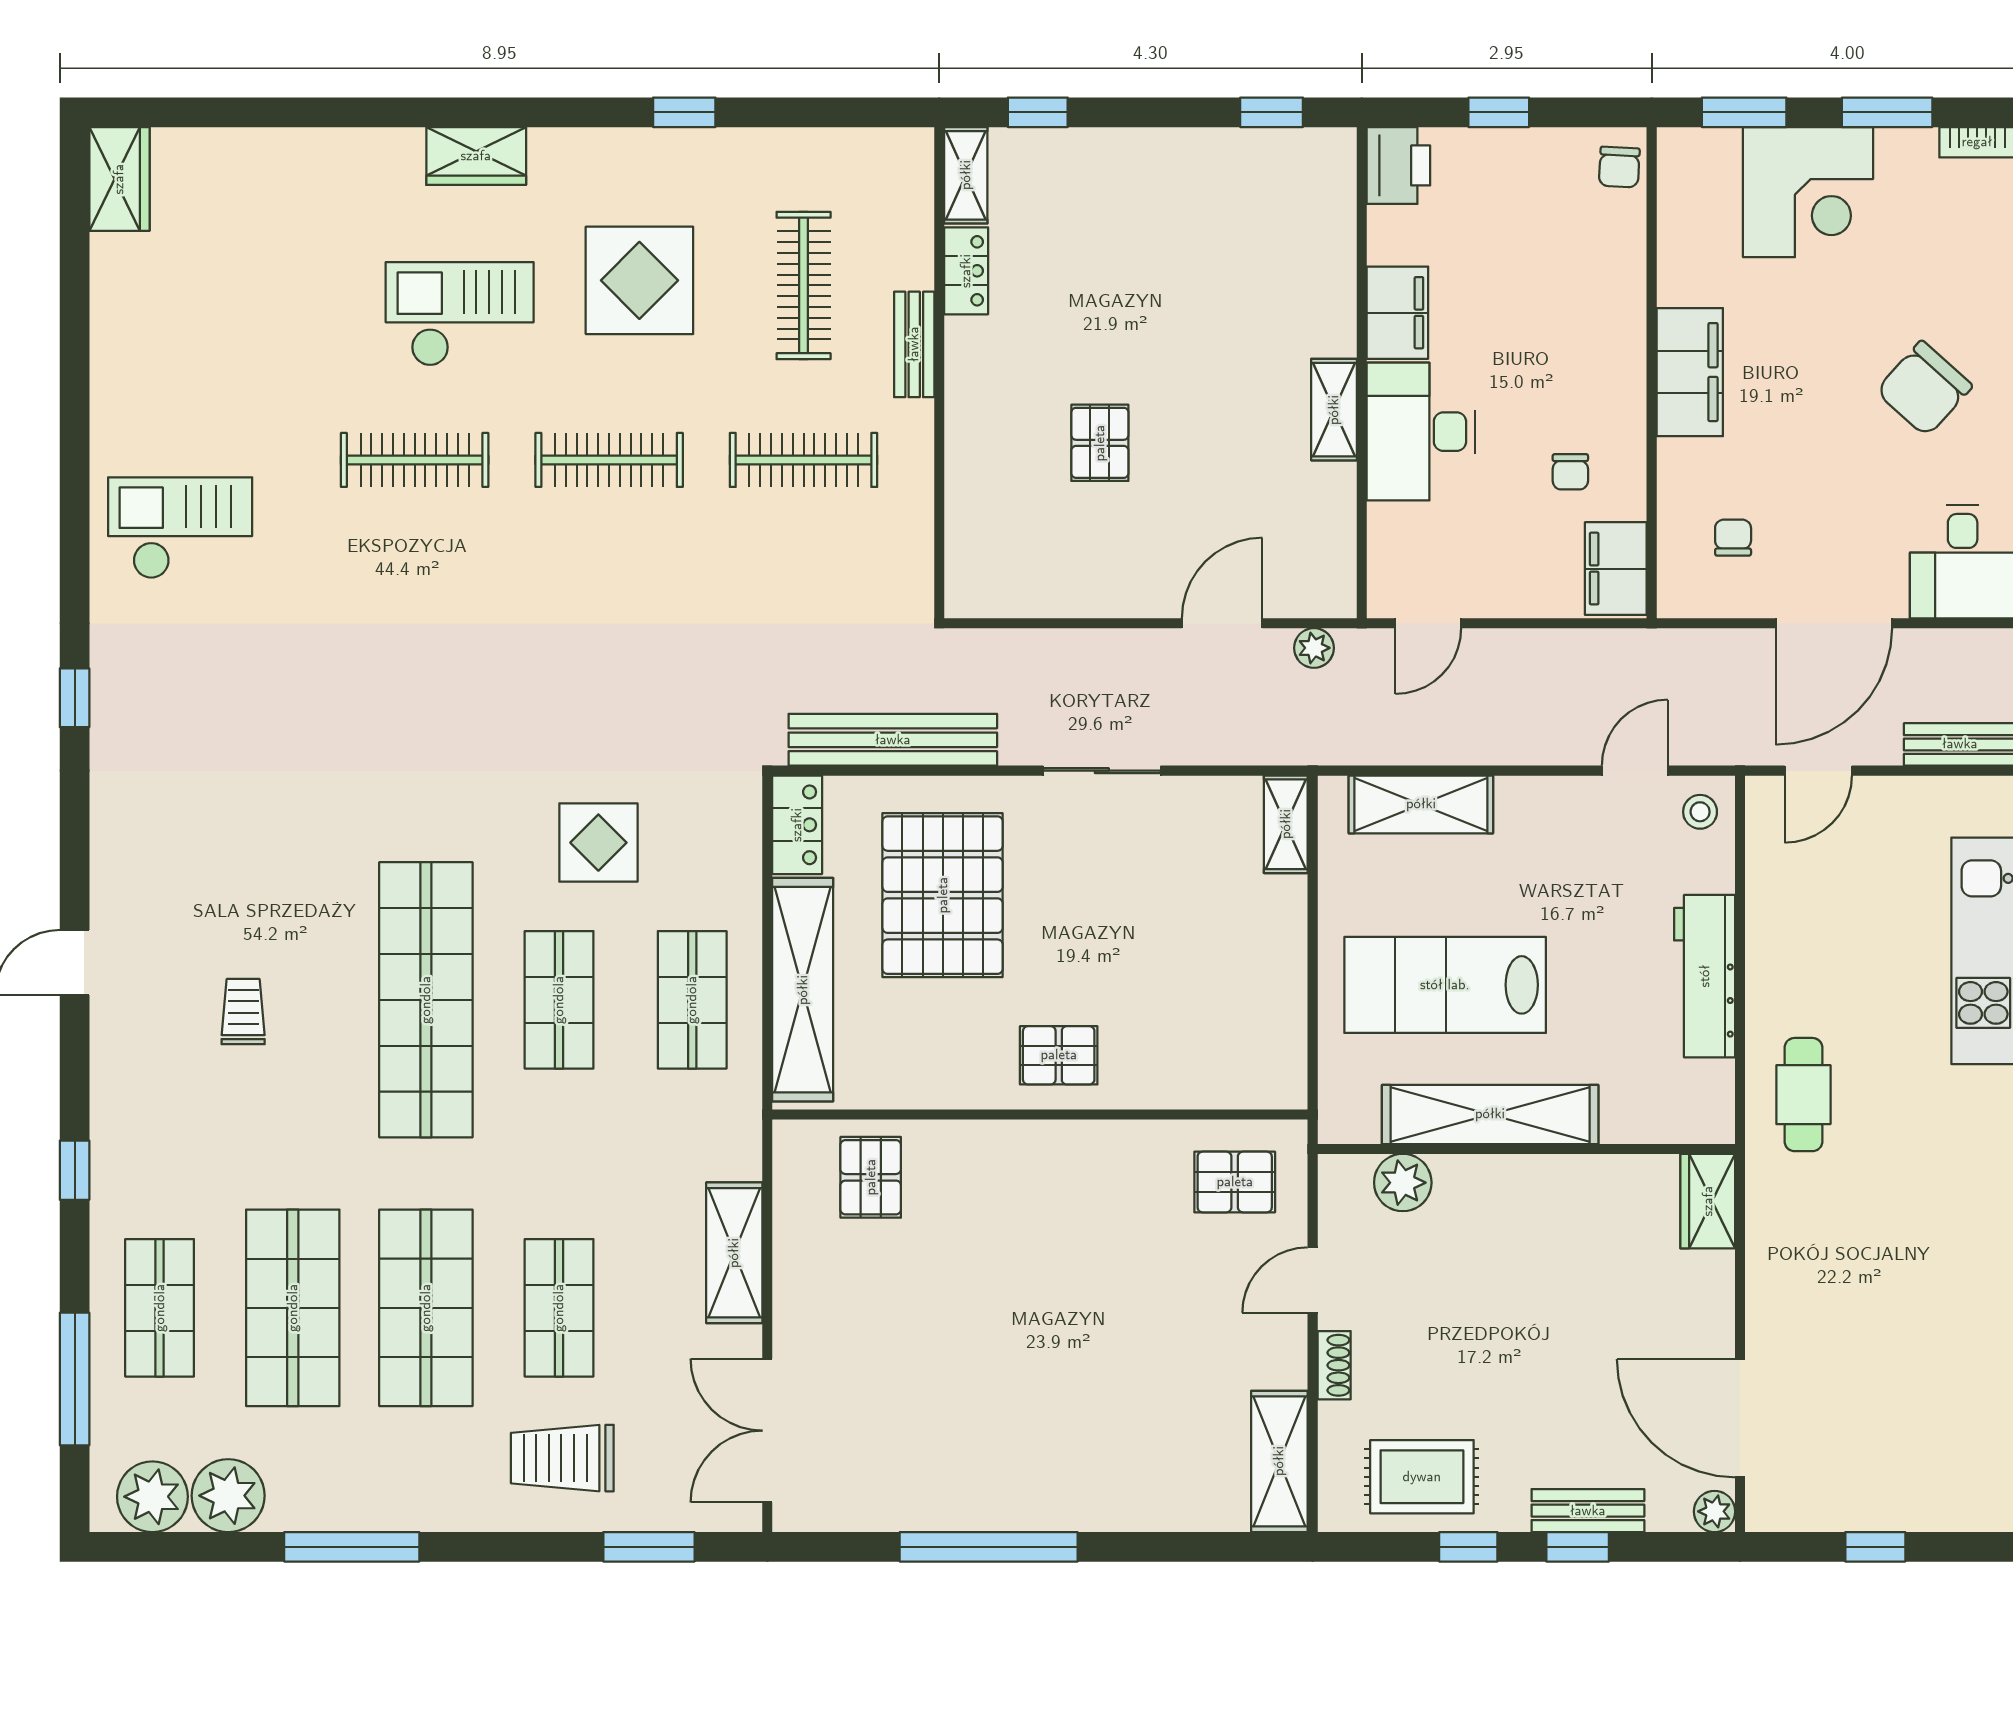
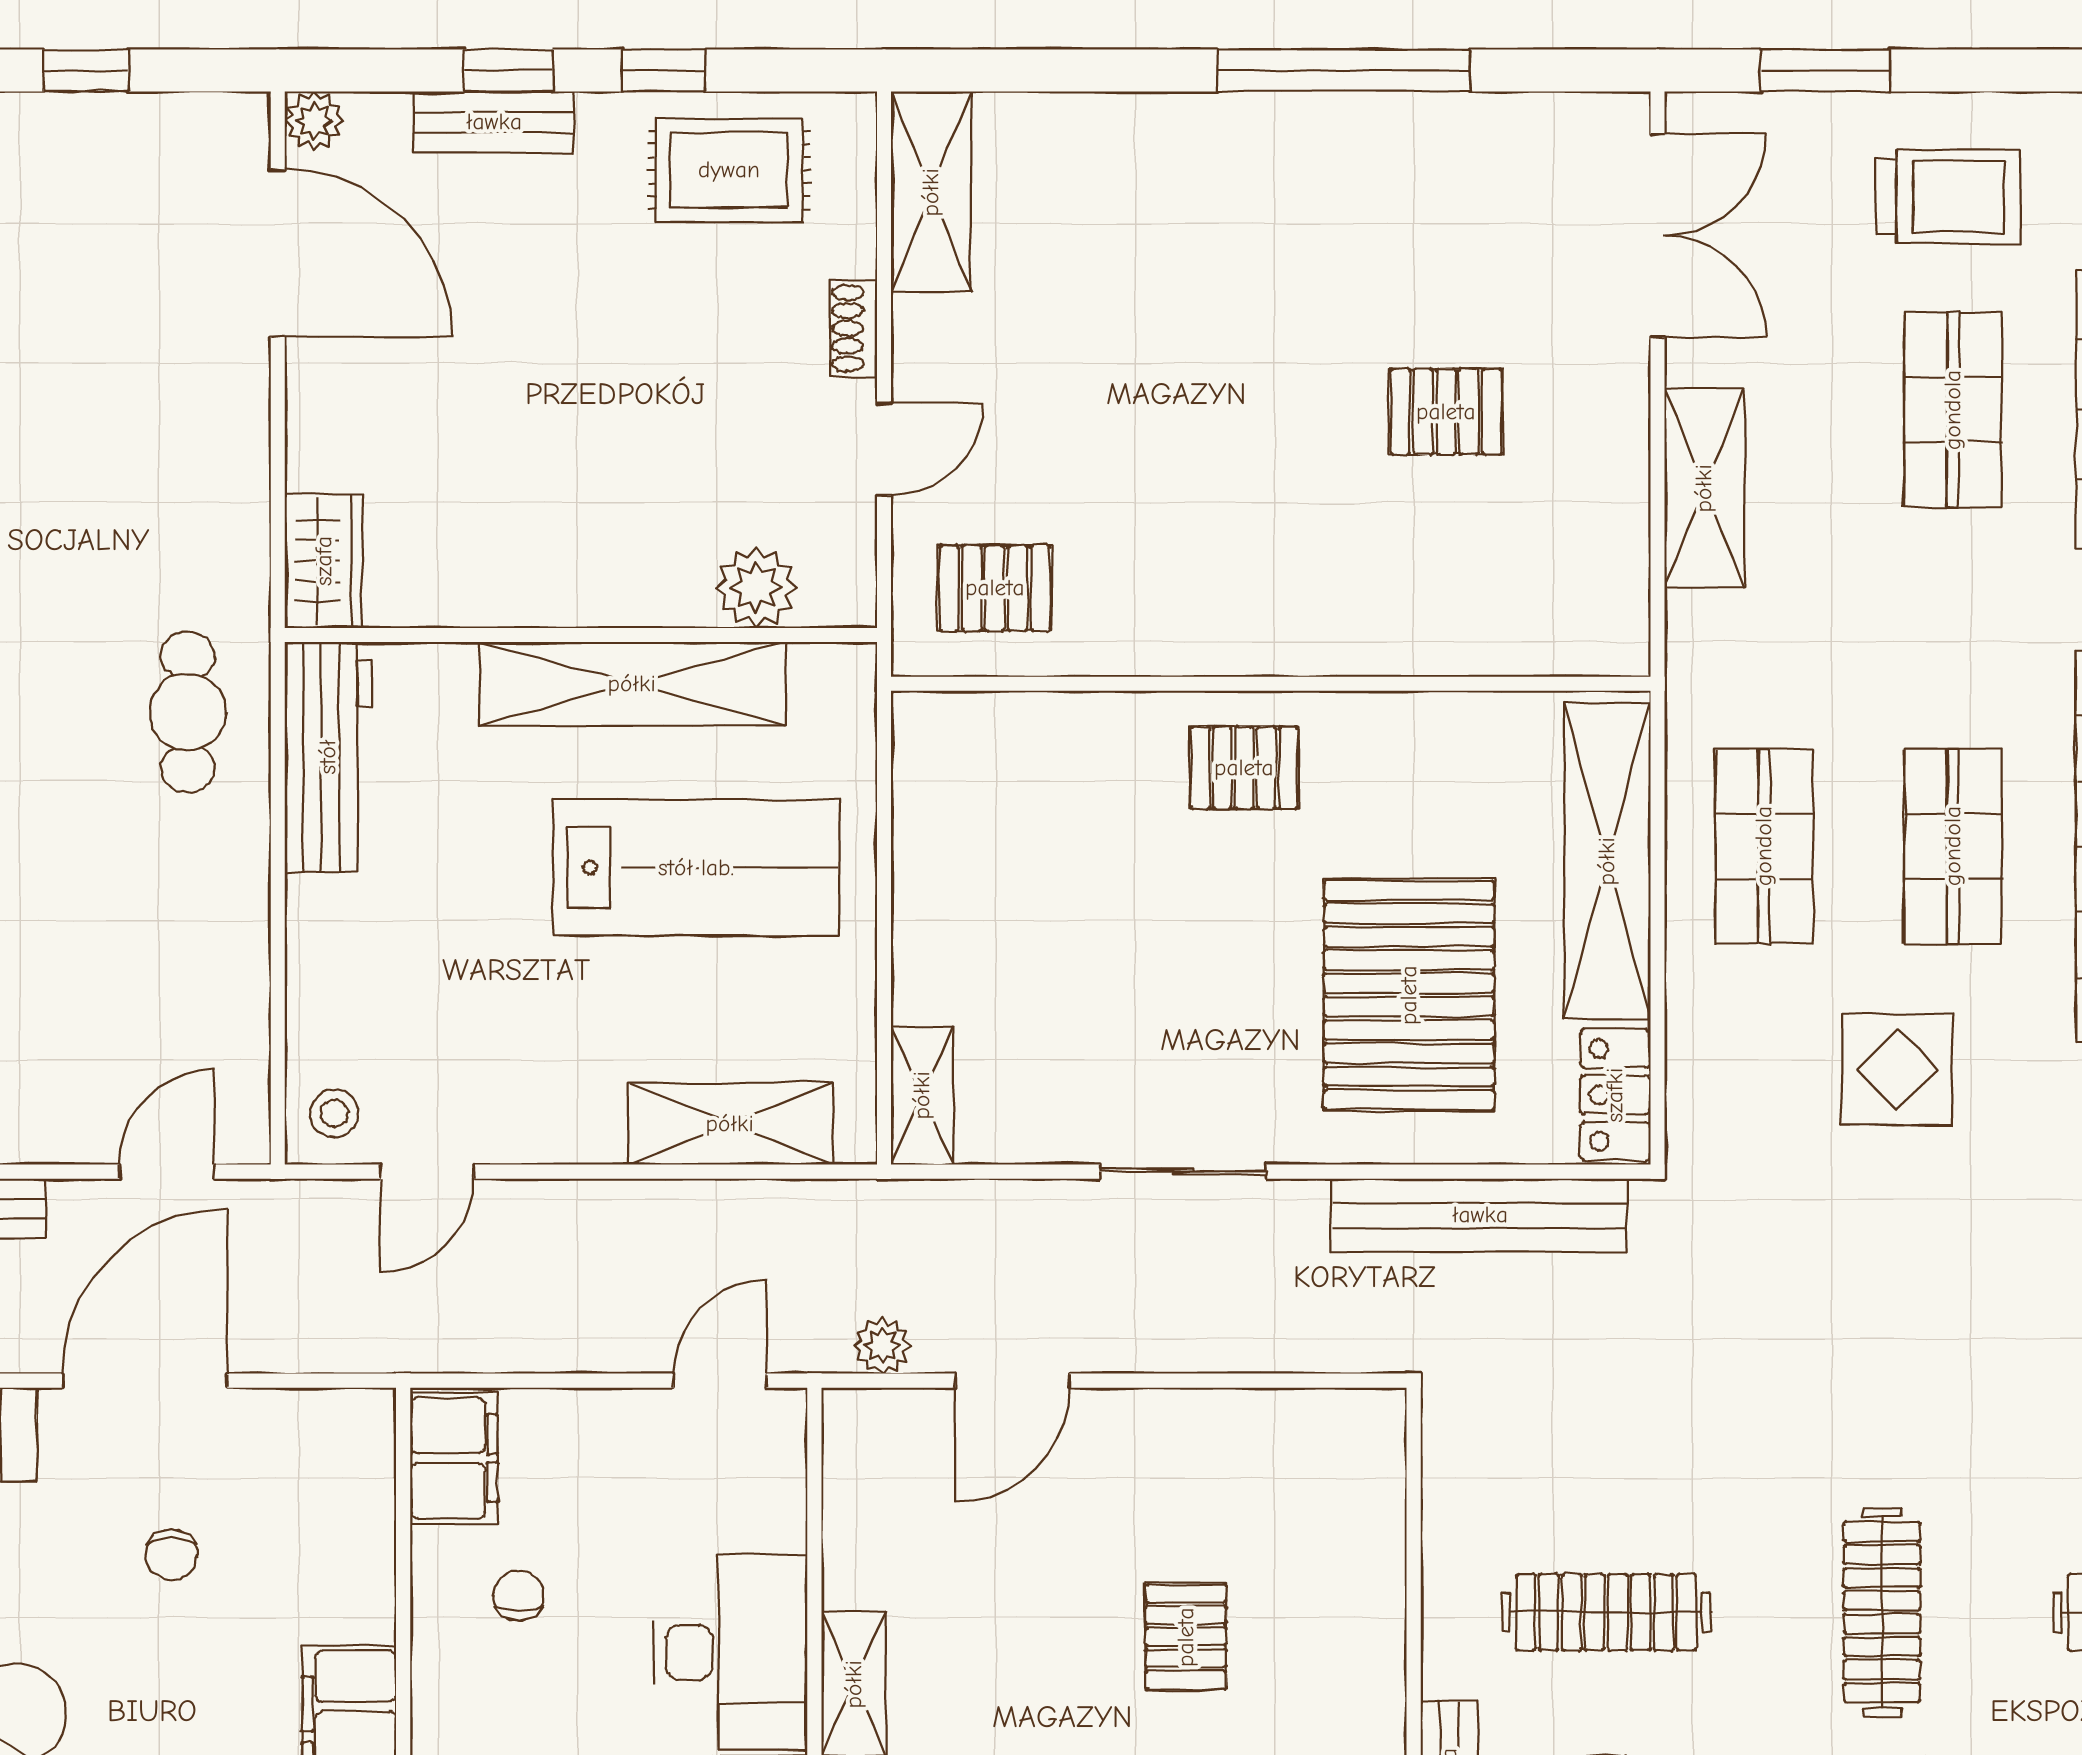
clothes rail: (609, 460) -> (1882, 1612), turned 90
chair: (1733, 538) -> (172, 1555), moved
workbench: (1705, 976) -> (328, 757), moved
pallet: (871, 1177) -> (1446, 412), moved, turned 90

